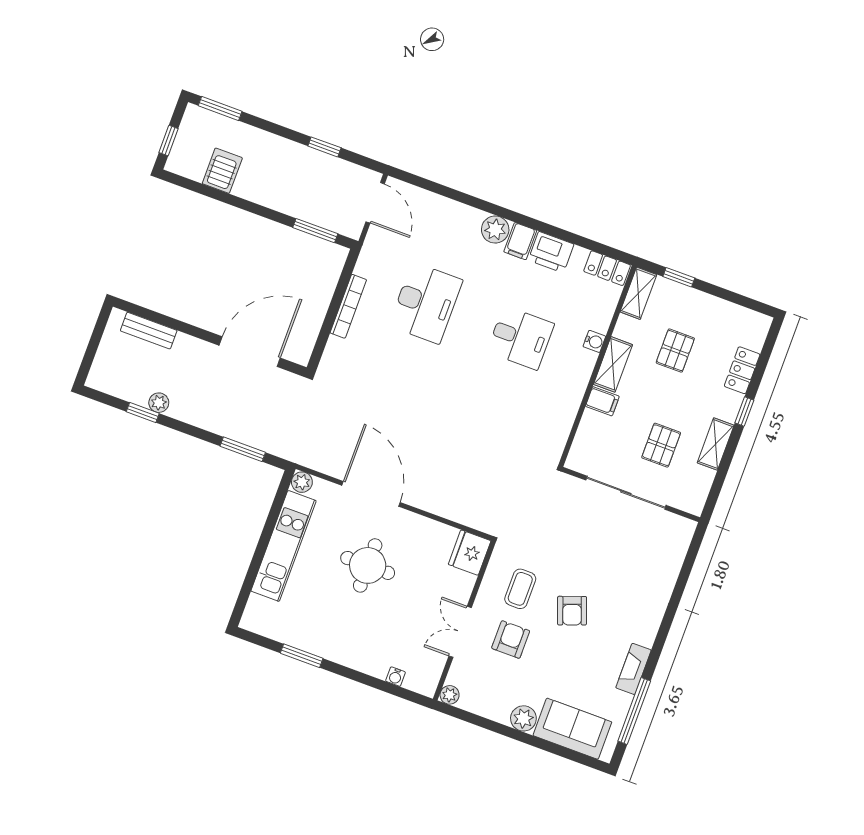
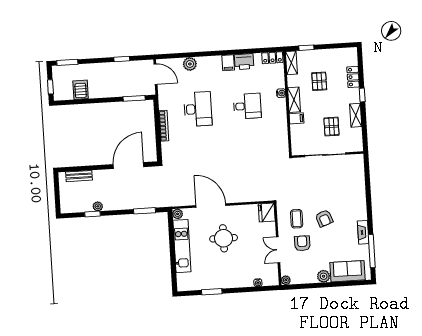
plant: (495, 230) -> (190, 64), moved

